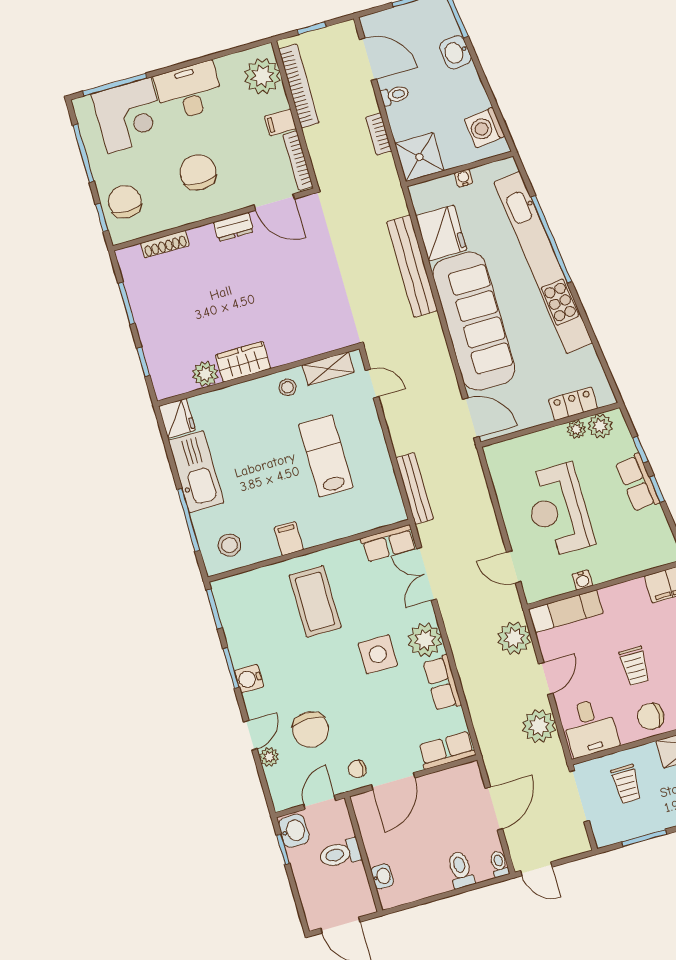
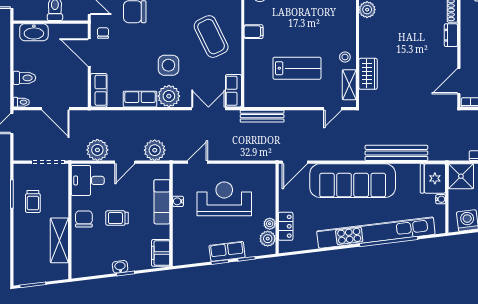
dresser: (234, 227) -> (451, 35), moved
fridge: (441, 233) -> (433, 178), moved, turned 90
wardrobe: (243, 362) -> (368, 74), moved
coffee table: (315, 602) -> (211, 37), turned 64
exam couch: (566, 611) -> (162, 202), moved
door: (546, 678) -> (125, 162), hinge flipped
trolley: (626, 784) -> (33, 202), moved, turned -90
washbasin: (382, 876) -> (34, 32), width x1.91, depth x1.45

